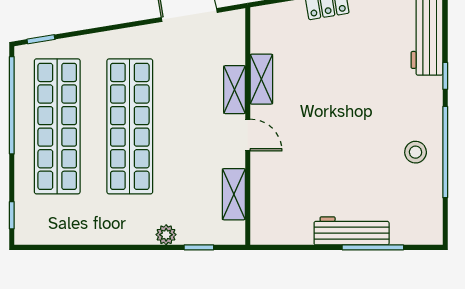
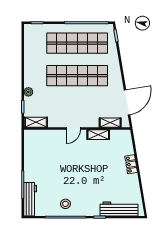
shelving: (235, 90) -> (110, 123), moved
shelving: (234, 194) -> (36, 122), moved
workbench: (352, 231) -> (30, 199), moved

